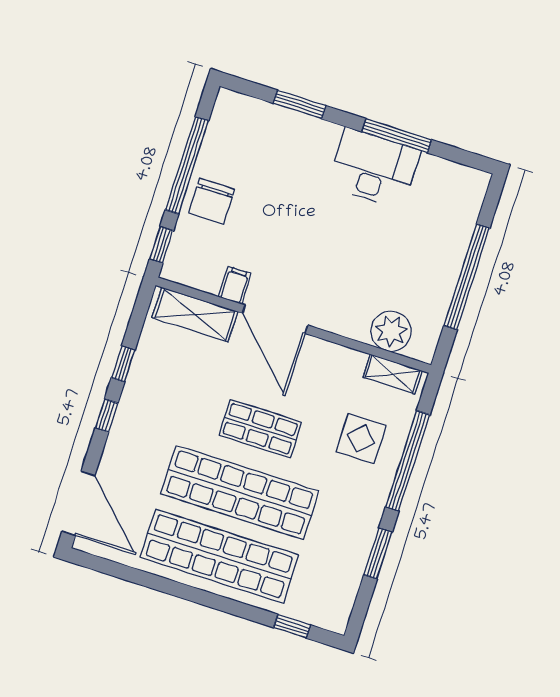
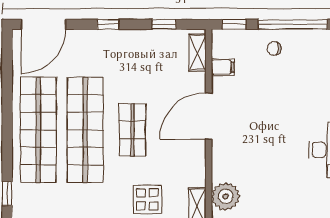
chair: (212, 201) -> (274, 48), width x0.54, depth x0.54
filing cabinet: (235, 285) -> (223, 67), moved
shelving: (195, 315) -> (197, 52), width x0.67, depth x0.75
window: (123, 364) -> (164, 24), moved

